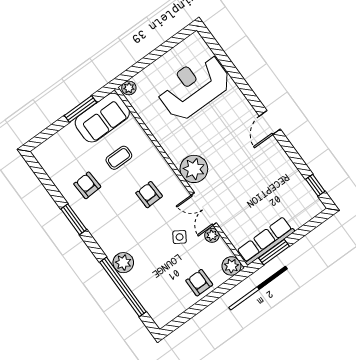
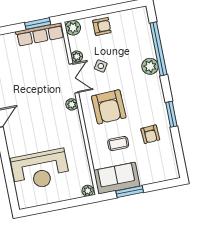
plant: (194, 169) -> (72, 104), width x0.53, depth x0.53
armchair: (149, 195) -> (109, 107), width x1.88, depth x1.88
armchair: (199, 283) -> (102, 26), turned -90

